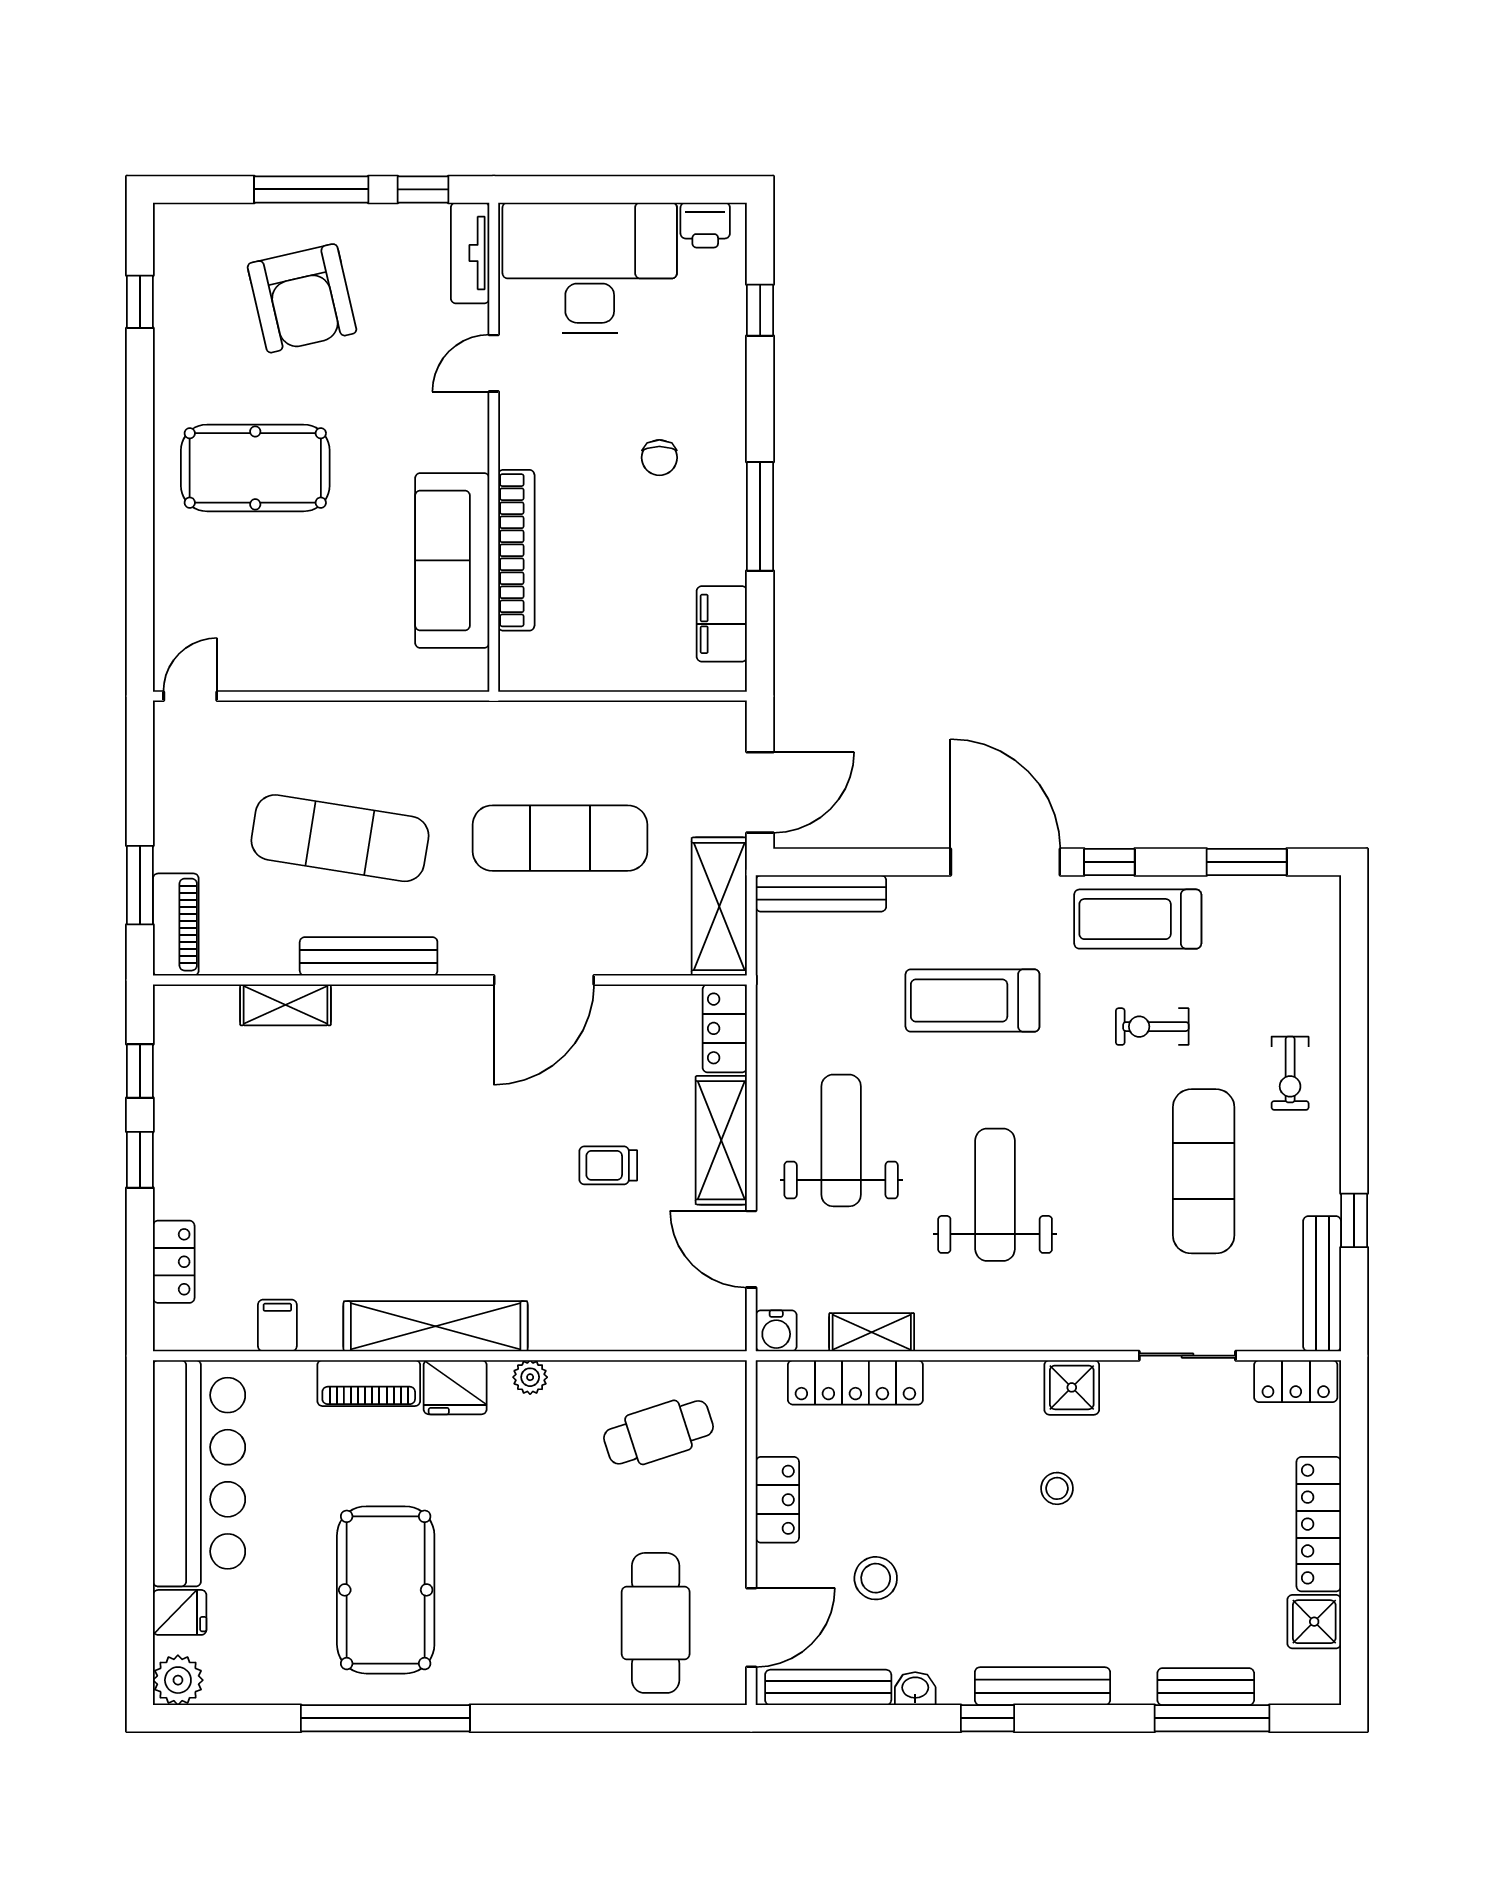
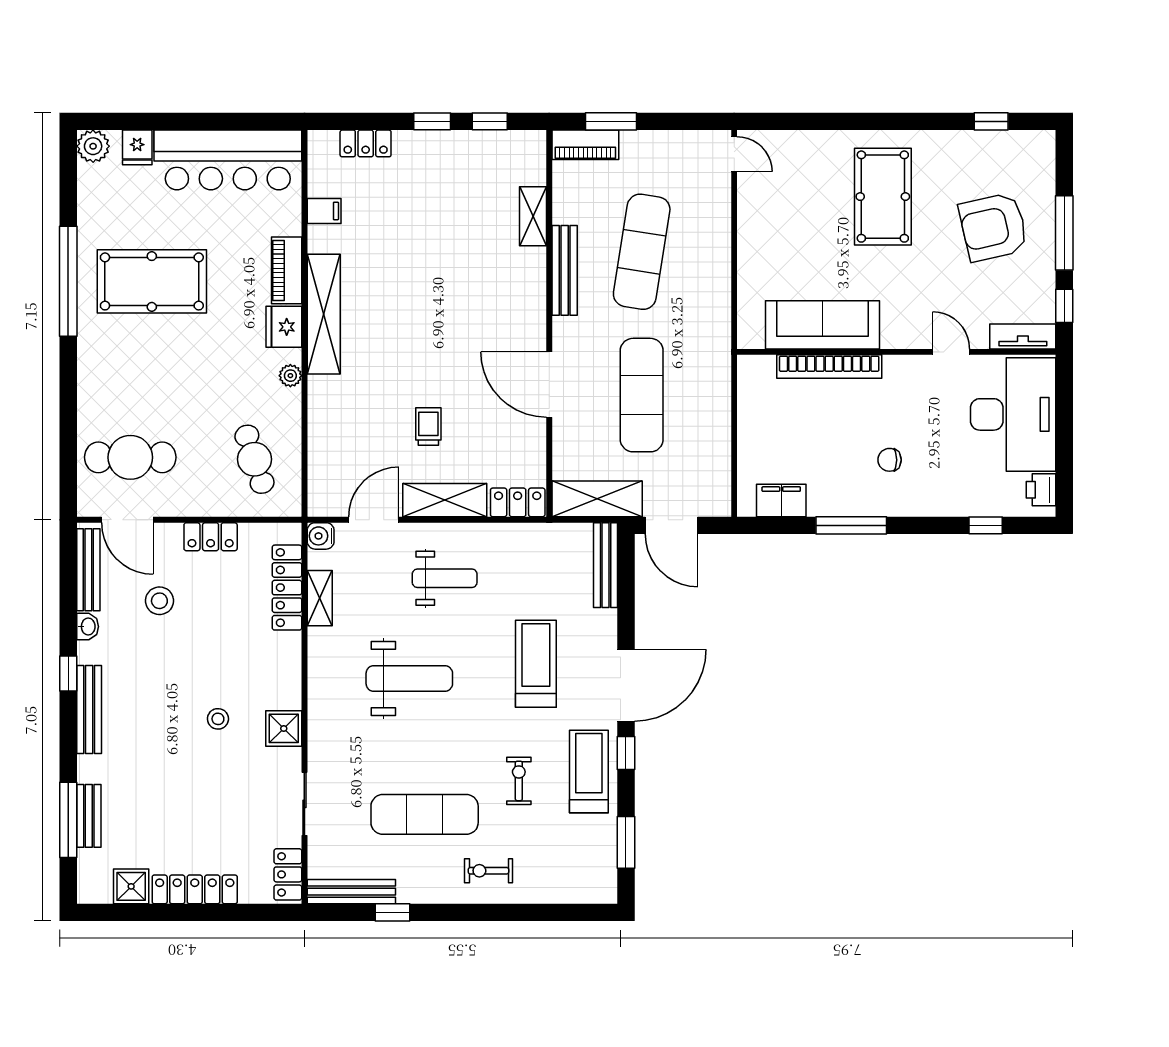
weight bench: (841, 1140) -> (445, 578), width x0.73, depth x0.75

